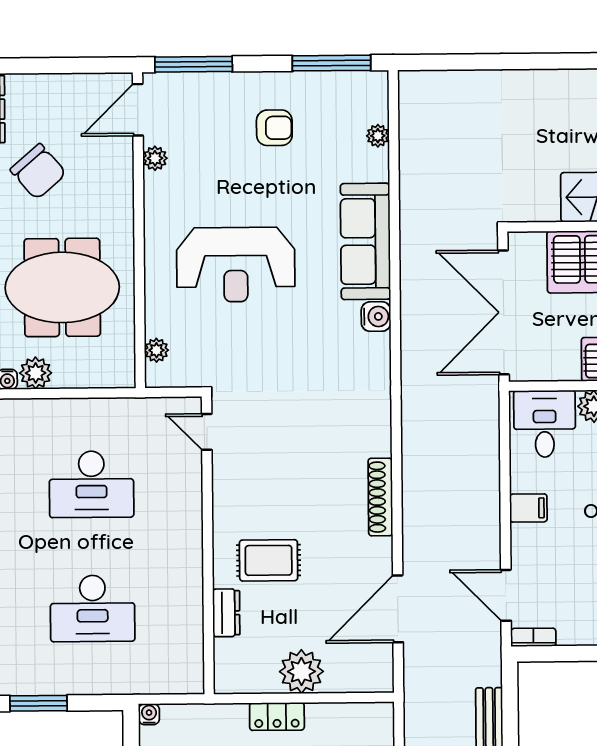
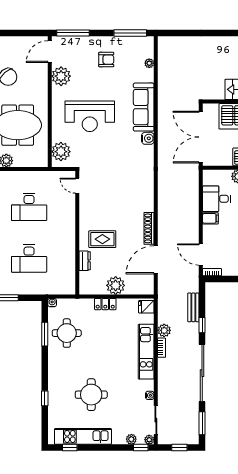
plant: (155, 158) -> (61, 76), width x1.87, depth x1.87
plant: (156, 350) -> (61, 152), width x1.87, depth x1.87
desk: (545, 424) -> (216, 199), moved, turned -90
shoe rack: (380, 497) -> (149, 228), moved
fridge: (376, 722) -> (146, 307), added

